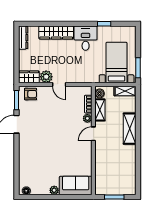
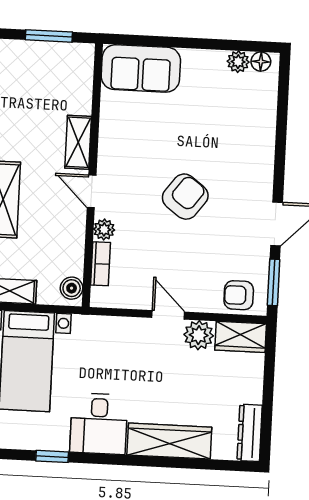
shelving: (100, 110) -> (78, 142), moved
armchair: (55, 134) -> (185, 197), added
door: (93, 134) -> (92, 191), swing flipped
plant: (54, 190) -> (238, 62), moved

